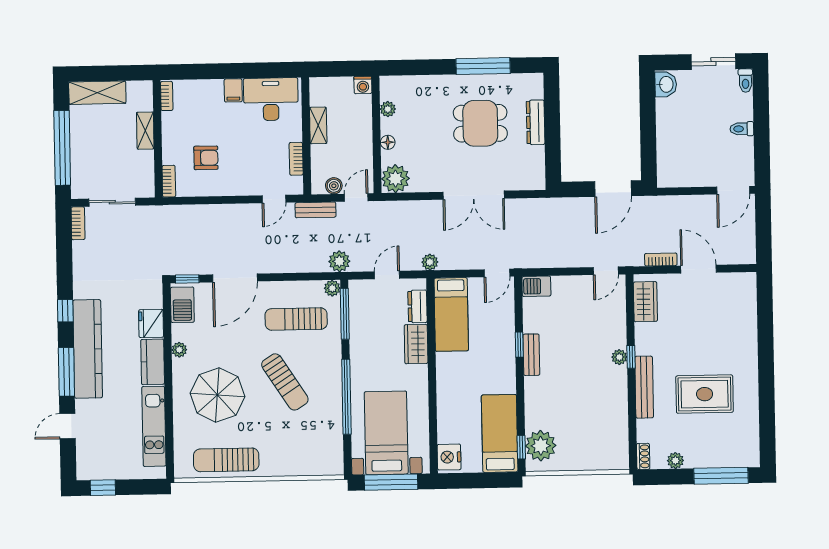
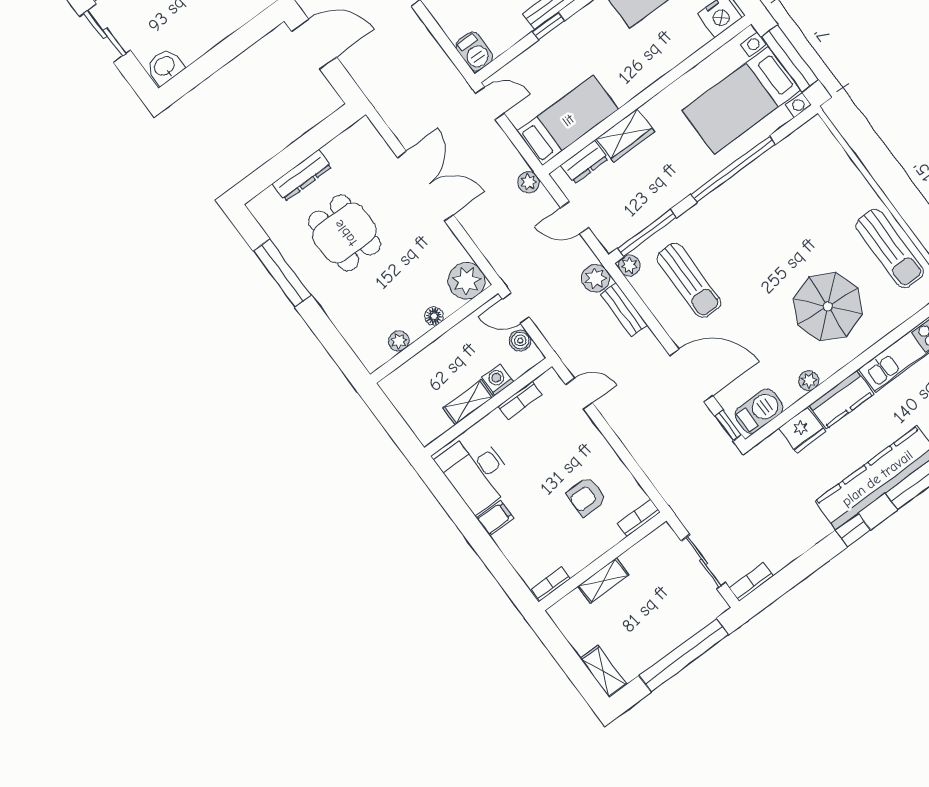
washing machine: (363, 85) -> (498, 380), moved, turned -90
shelving: (97, 93) -> (603, 672), width x0.67, depth x0.75
armchair: (206, 158) -> (586, 496), turned -90
bench: (316, 210) -> (624, 310), moved
sun lounger: (285, 382) -> (764, 245), removed

